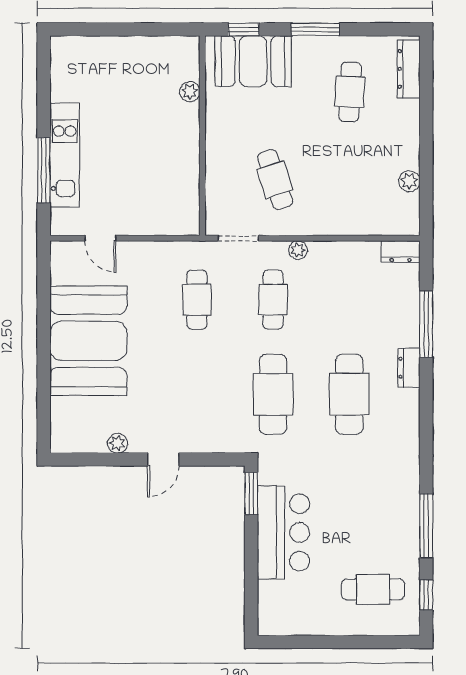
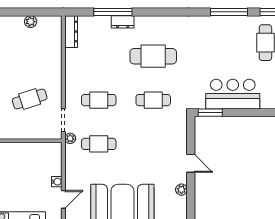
water cooler: (131, 227) -> (57, 182), added
plant: (298, 250) -> (70, 138), moved
dresser: (401, 252) -> (71, 32), width x1.44
dresser: (409, 368) -> (123, 22), moved
cafe table: (273, 394) -> (153, 100), width x0.73, depth x0.74

